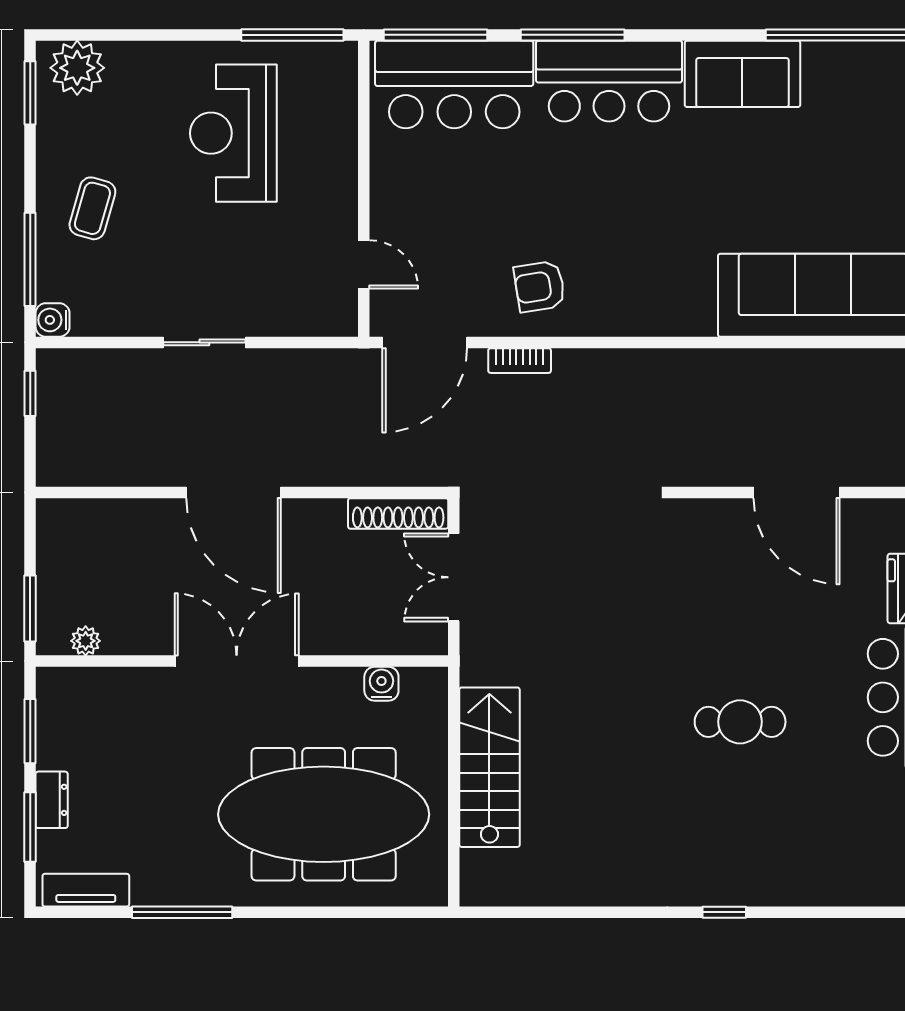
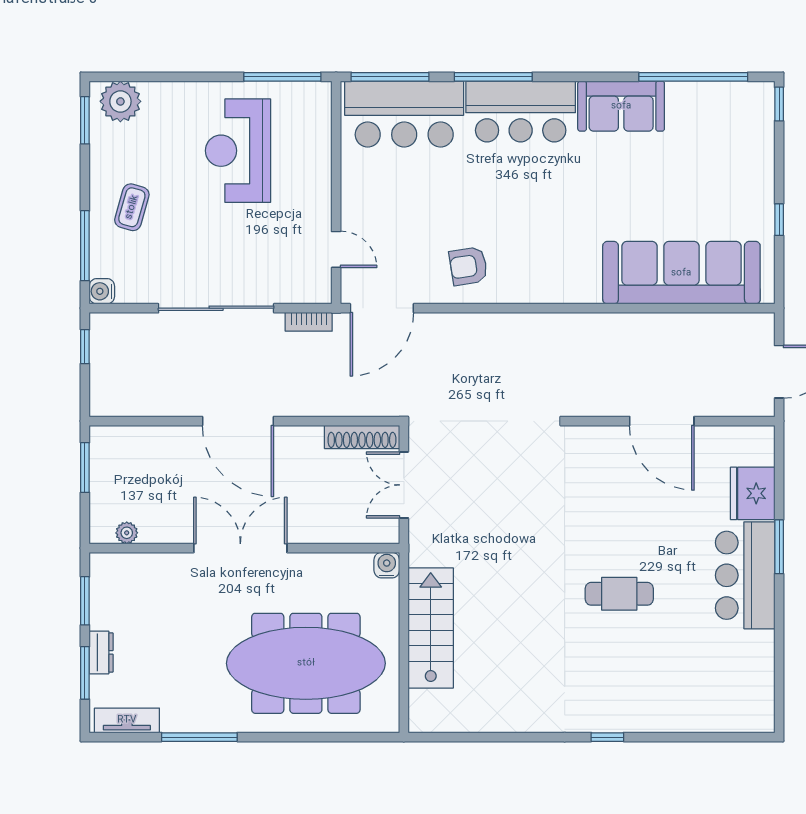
sliding door: (204, 342) -> (216, 308), width x1.86
bookcase: (520, 361) -> (309, 322), moved
window: (30, 608) -> (85, 467), moved
water cooler: (381, 684) -> (387, 565), moved

